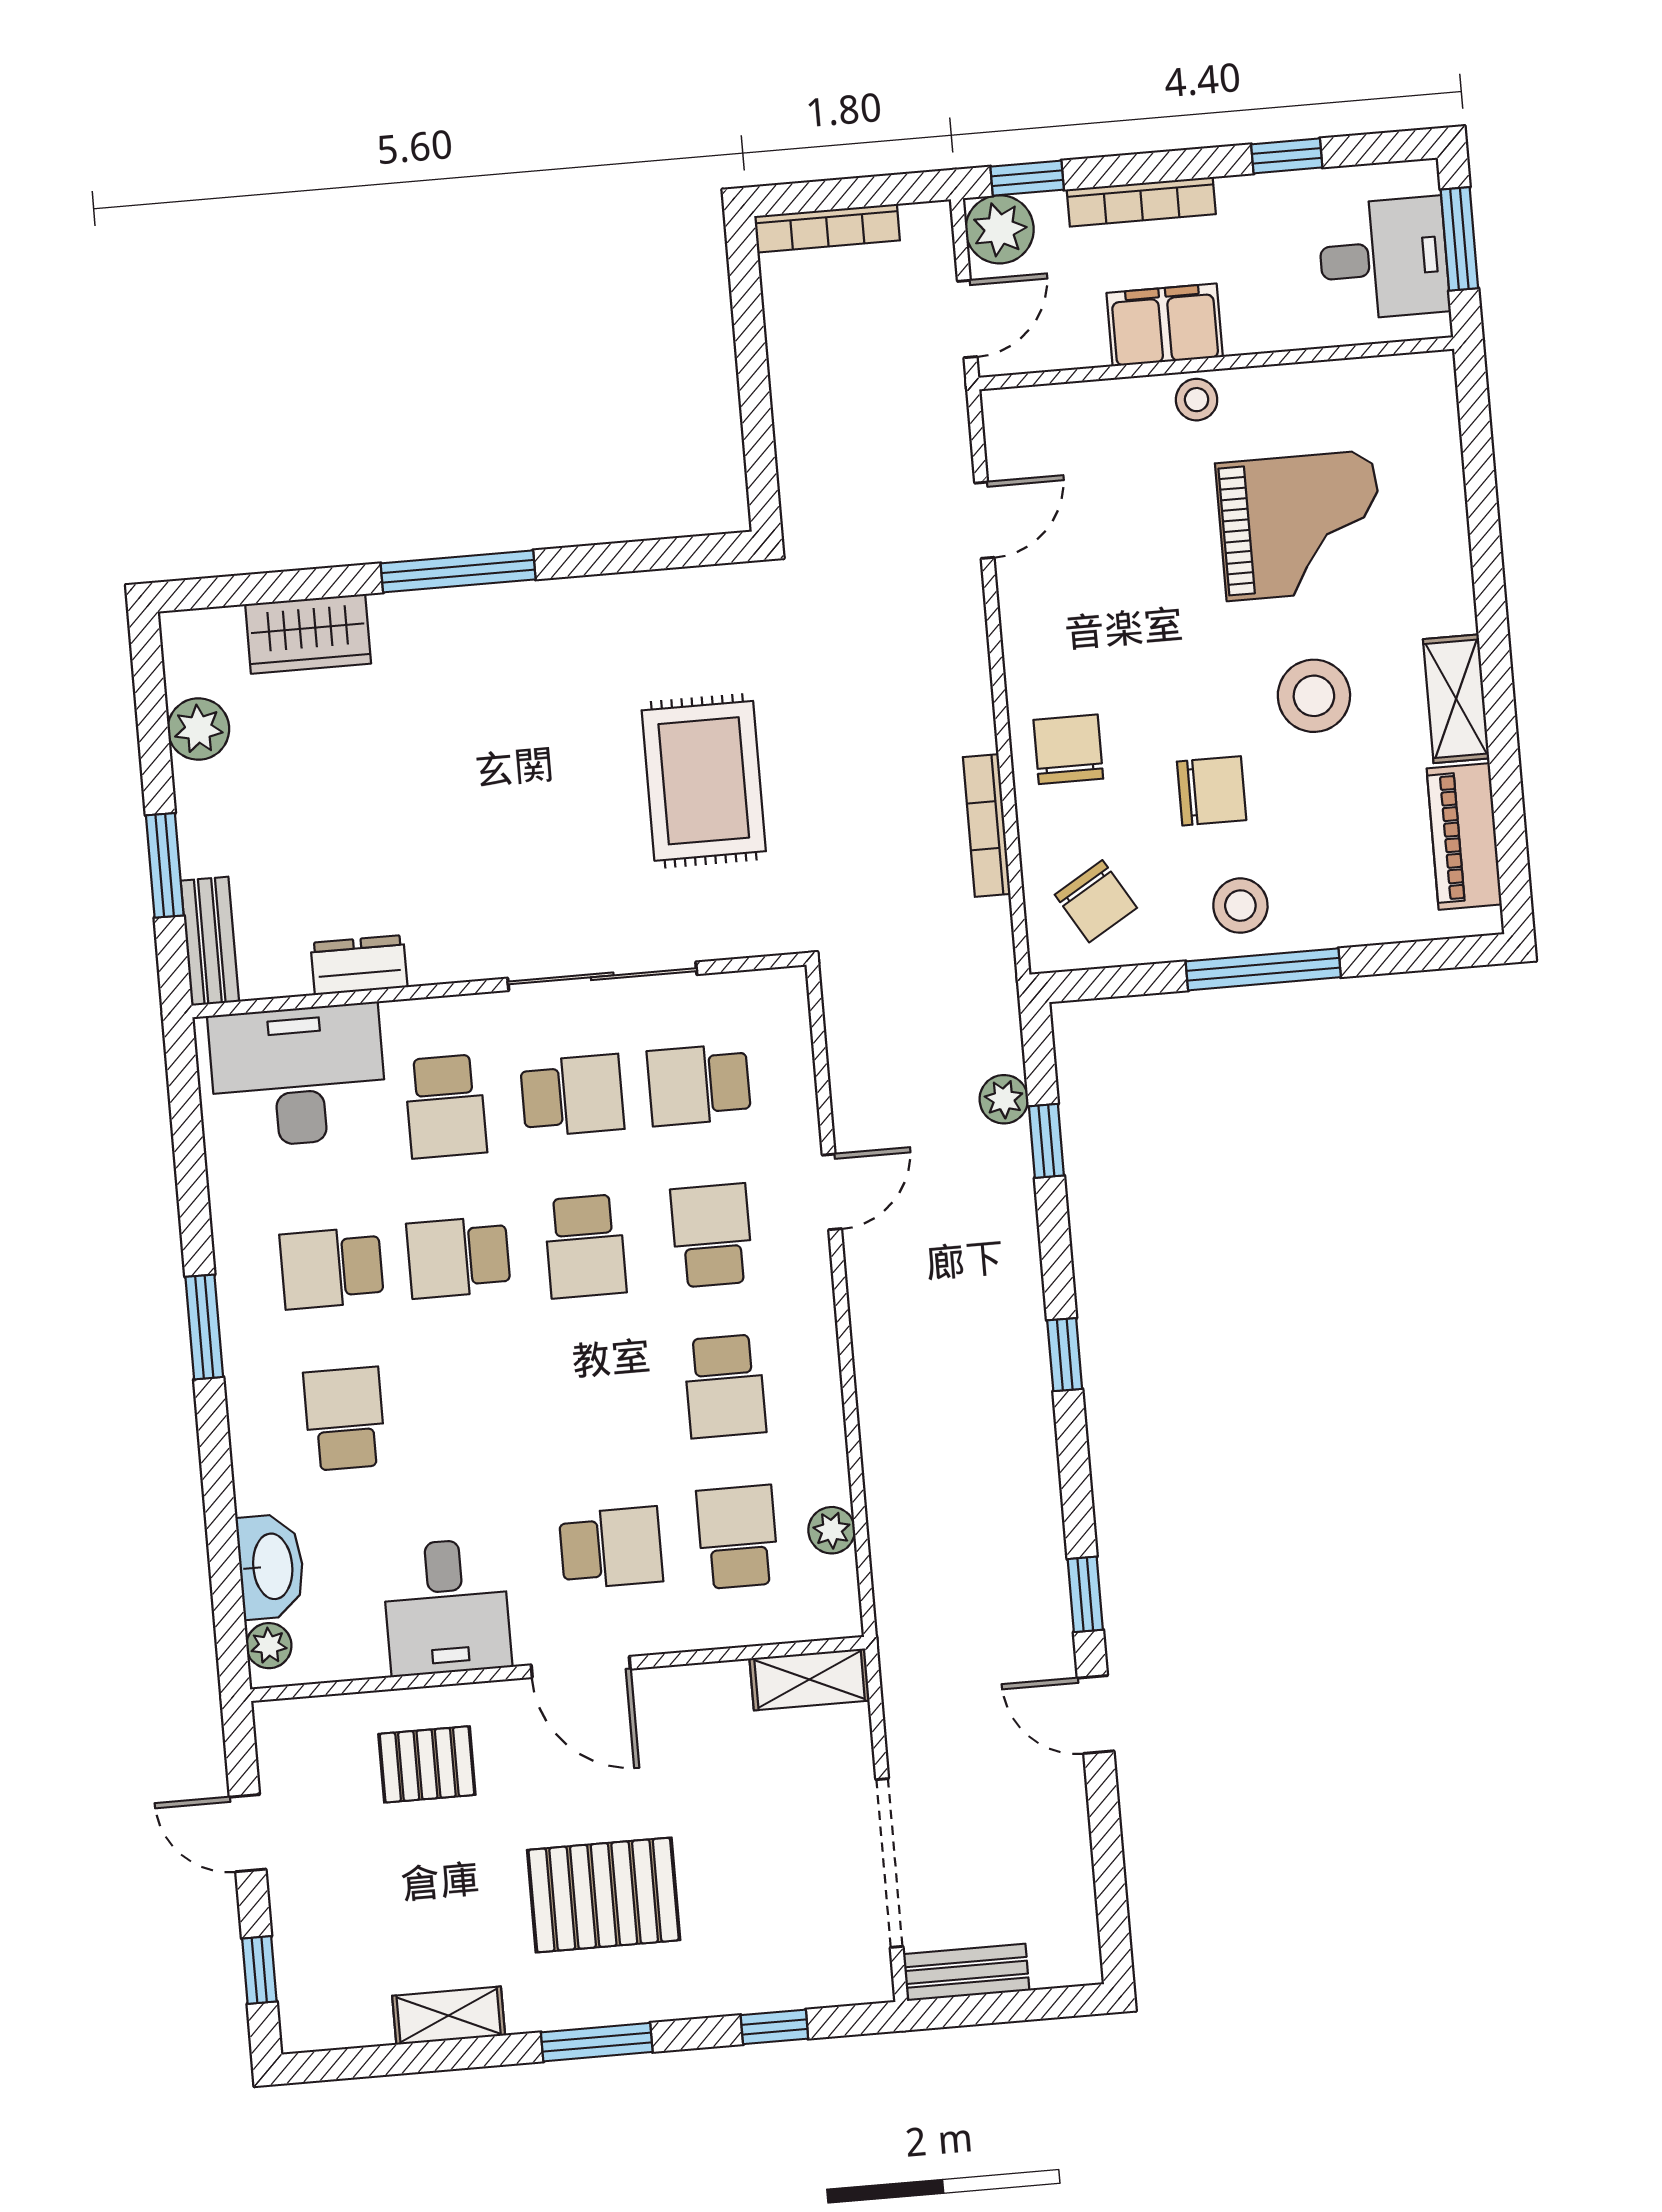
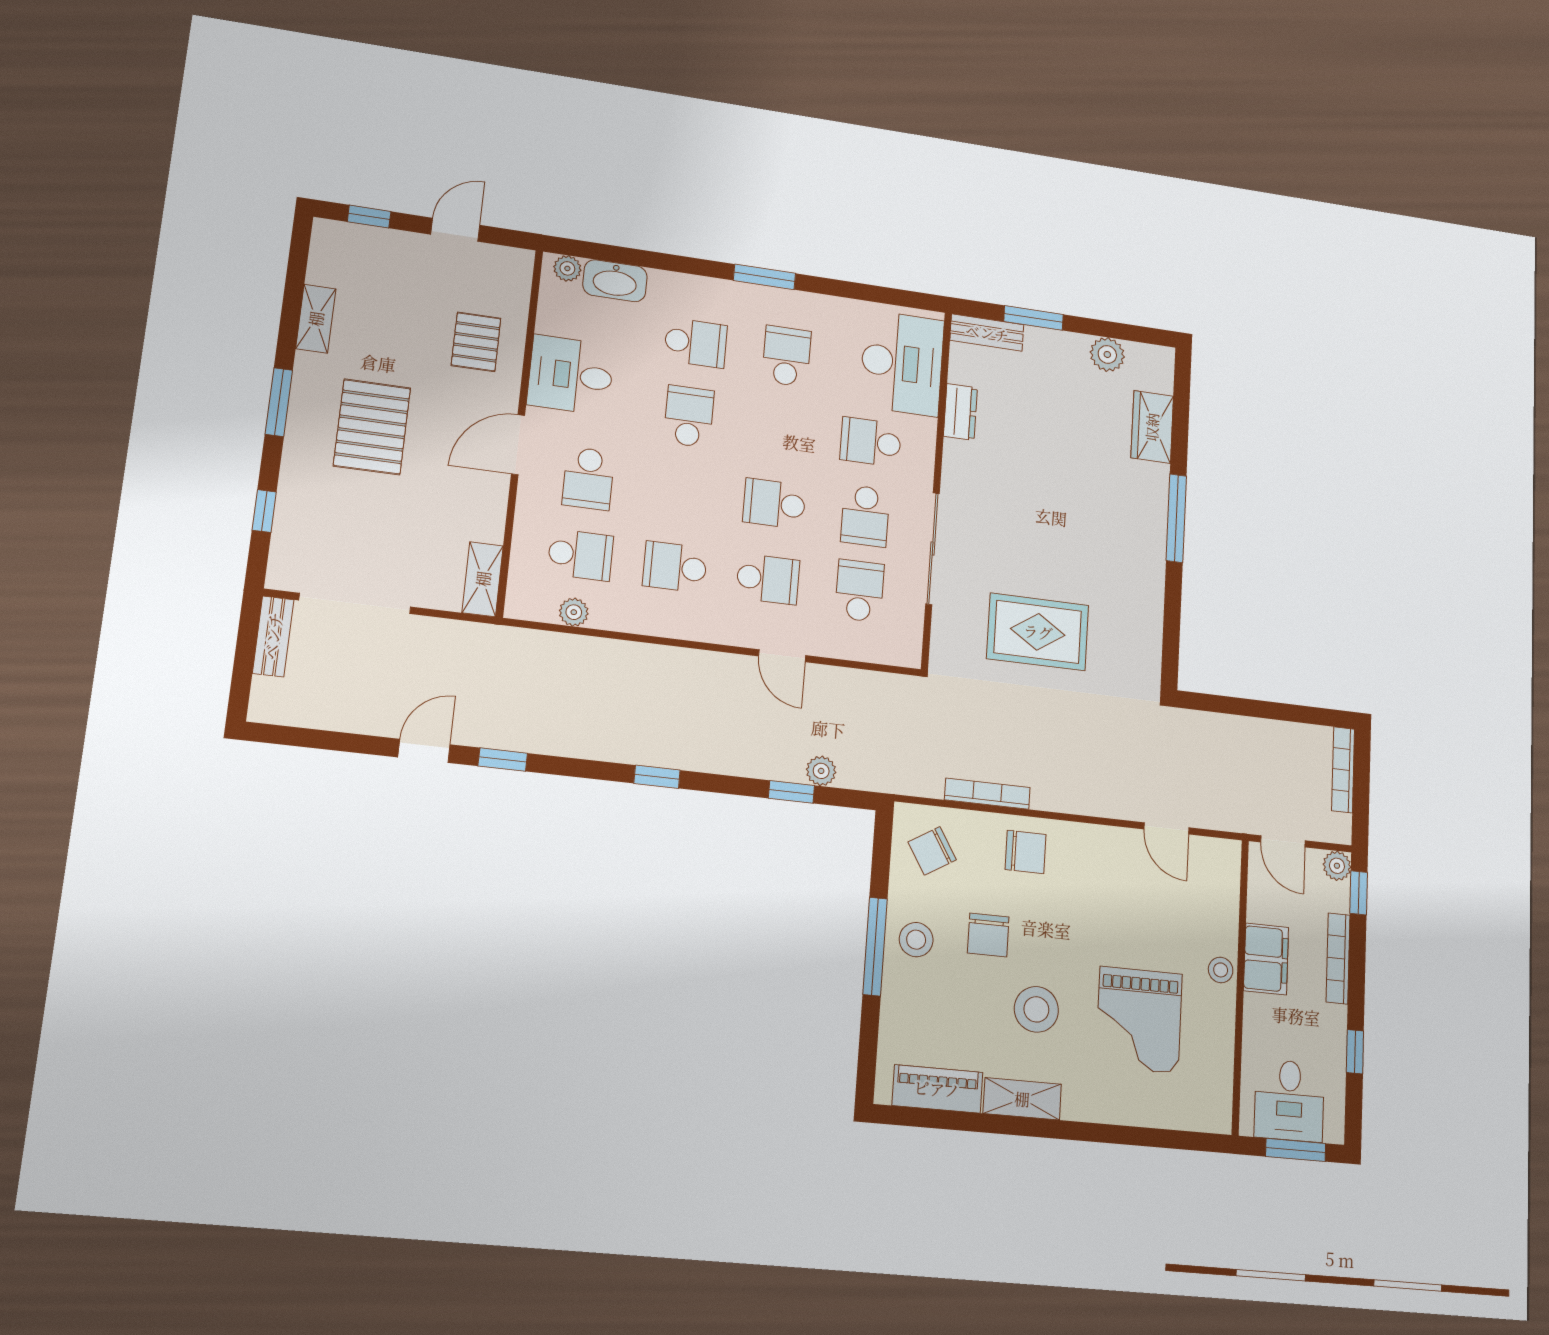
plant: (1000, 229) -> (1337, 866), width x0.73, depth x0.73
school desk: (458, 1257) -> (689, 416), moved

